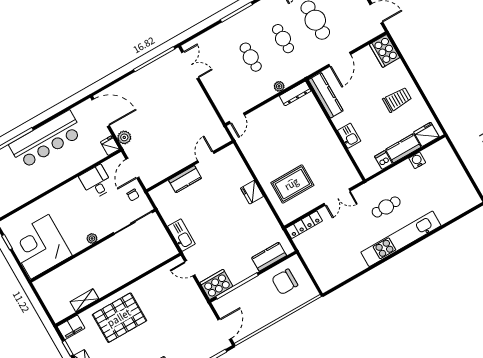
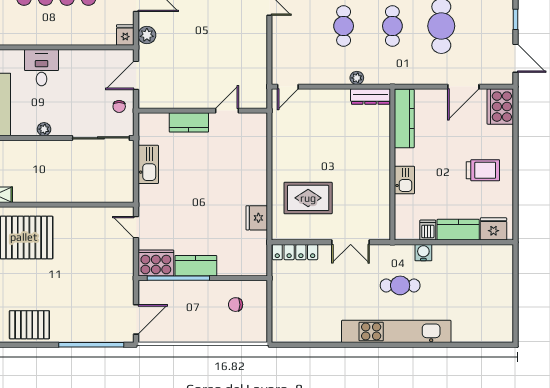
door: (340, 59) -> (463, 87), moved
water cooler: (417, 160) -> (423, 253), moved
desk: (96, 182) -> (42, 68), moved
fridge: (252, 192) -> (257, 218), moved
kitchen sink: (181, 235) -> (148, 164), moved
kitchen counter: (269, 257) -> (196, 266), moved
chair: (285, 282) -> (236, 305), width x0.54, depth x0.54

